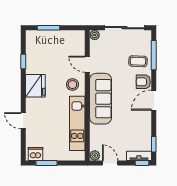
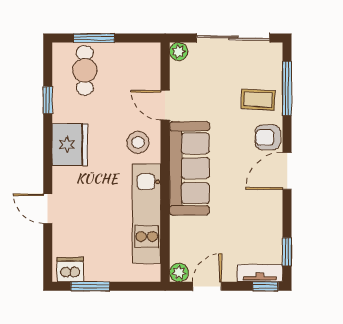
cafe table: (43, 45) -> (85, 70), added
door: (110, 163) -> (207, 286), hinge flipped

